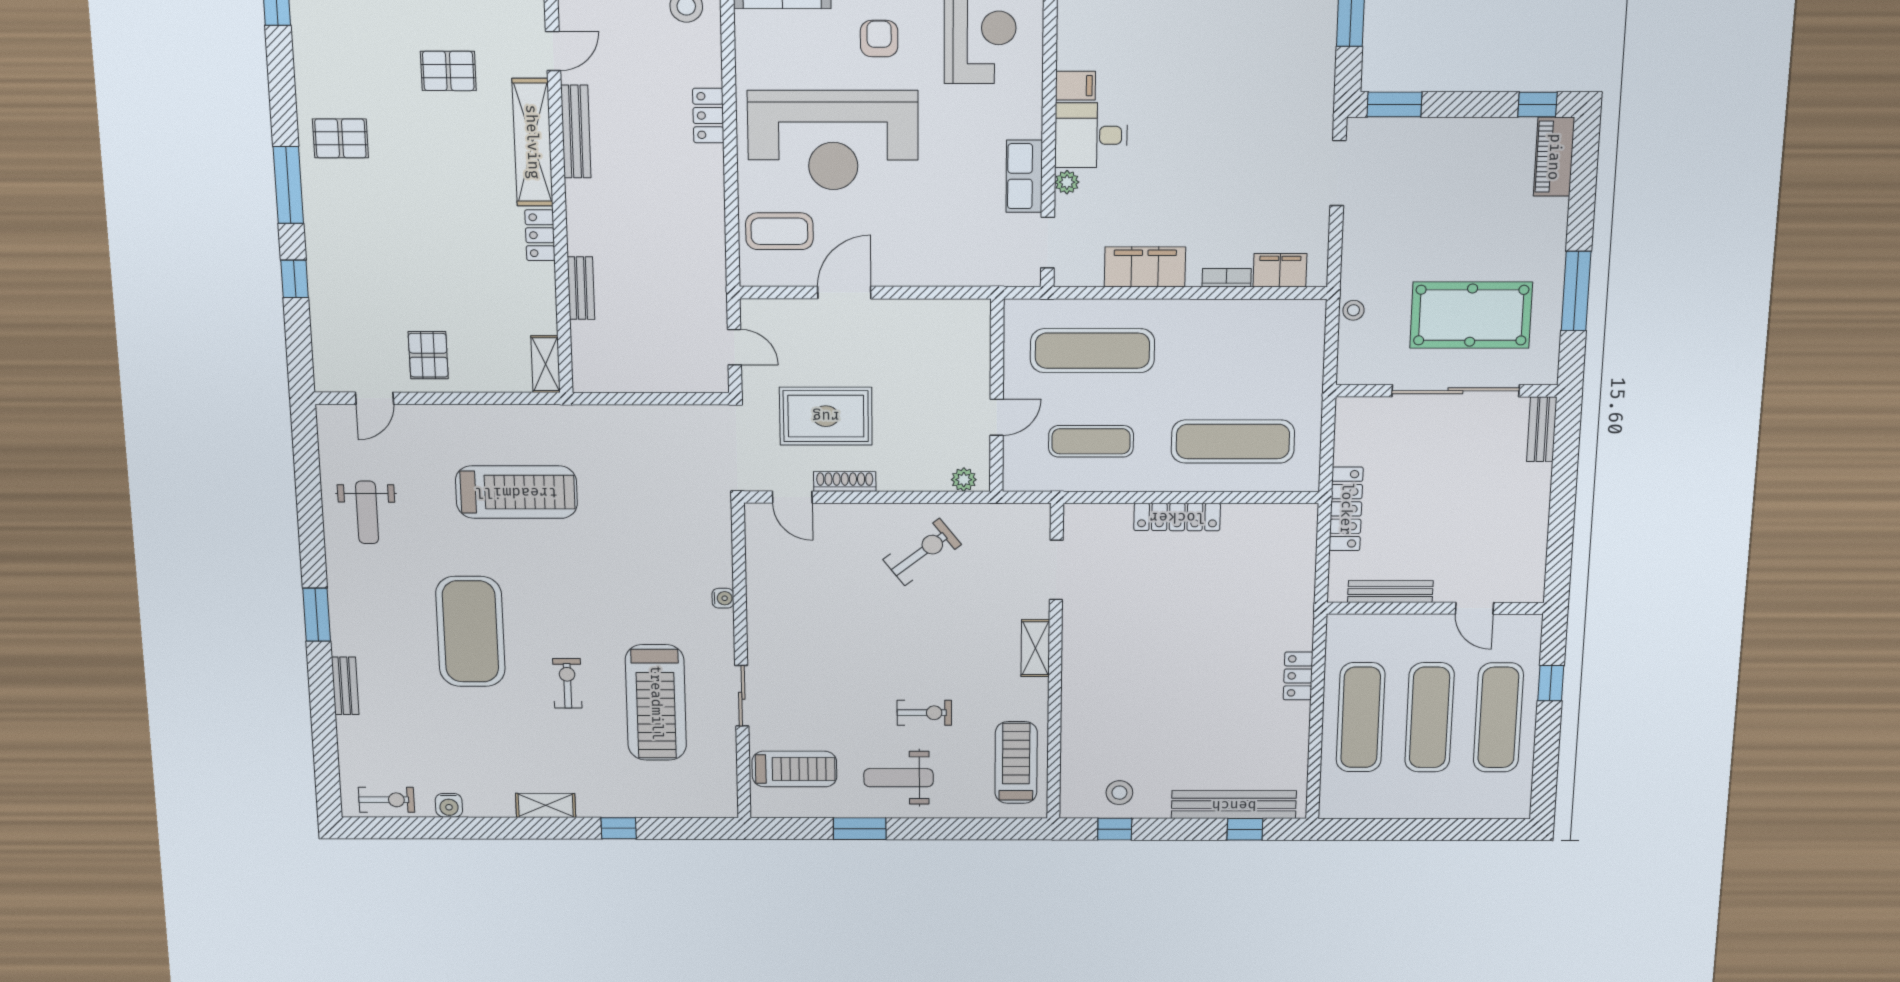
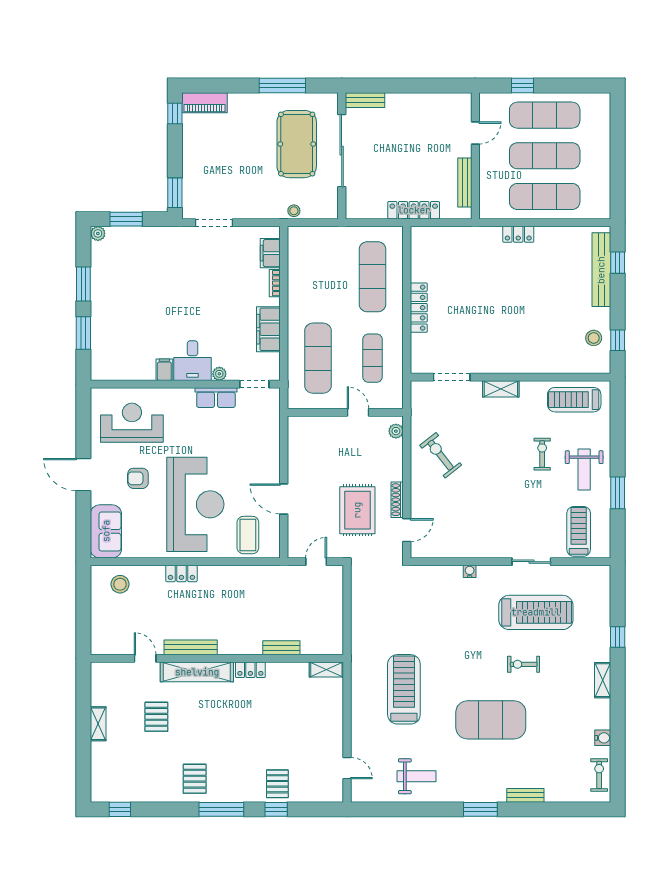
pallet: (428, 355) -> (277, 784), moved, turned 90

